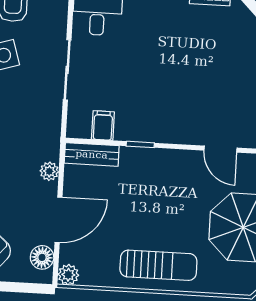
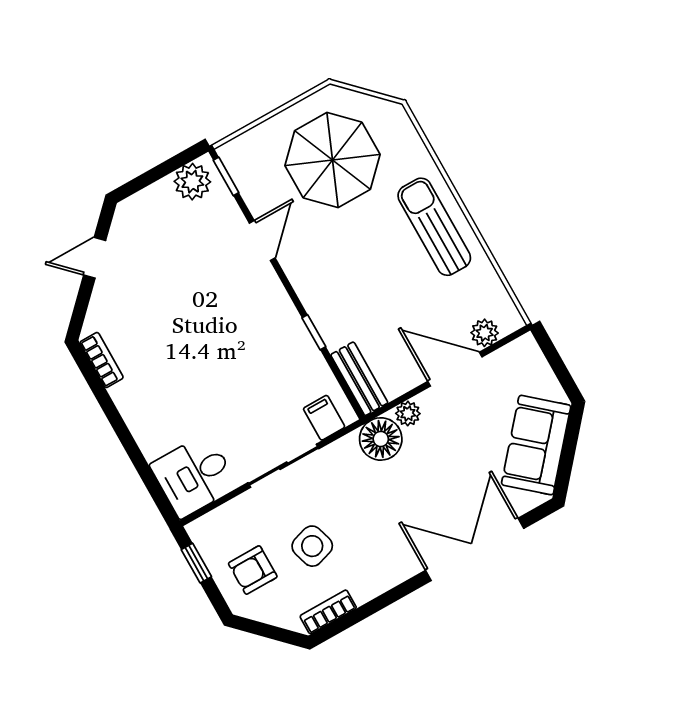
filing cabinet: (103, 126) -> (324, 418), moved, turned 90
floor lamp: (42, 257) -> (381, 439), moved, width x1.38, depth x1.38
plant: (68, 275) -> (485, 333), moved

